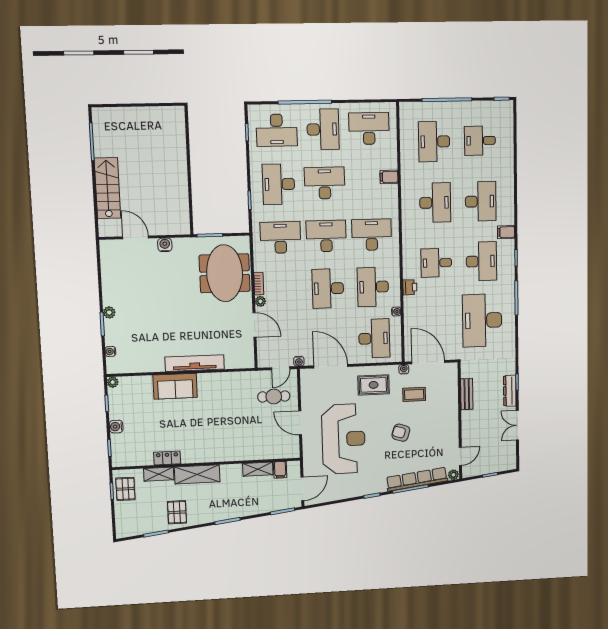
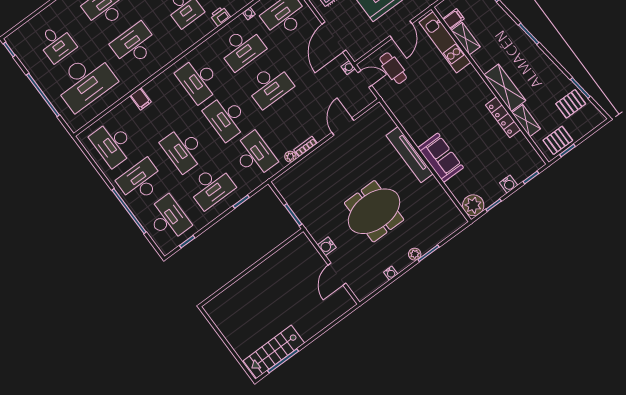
desk: (434, 142) -> (85, 81), width x1.36, depth x1.30
stairs: (107, 188) -> (274, 352), moved
desk: (280, 237) -> (254, 155), turned 180
meeting table: (225, 273) -> (374, 211), moved
plant: (260, 301) -> (290, 157), moved
water cooler: (110, 351) -> (391, 273), moved
plant: (113, 382) -> (473, 205), width x1.87, depth x1.87
kitchen unit: (266, 451) -> (445, 42), added
locker: (167, 458) -> (503, 117), width x1.53
pallet: (177, 512) -> (571, 104), moved

